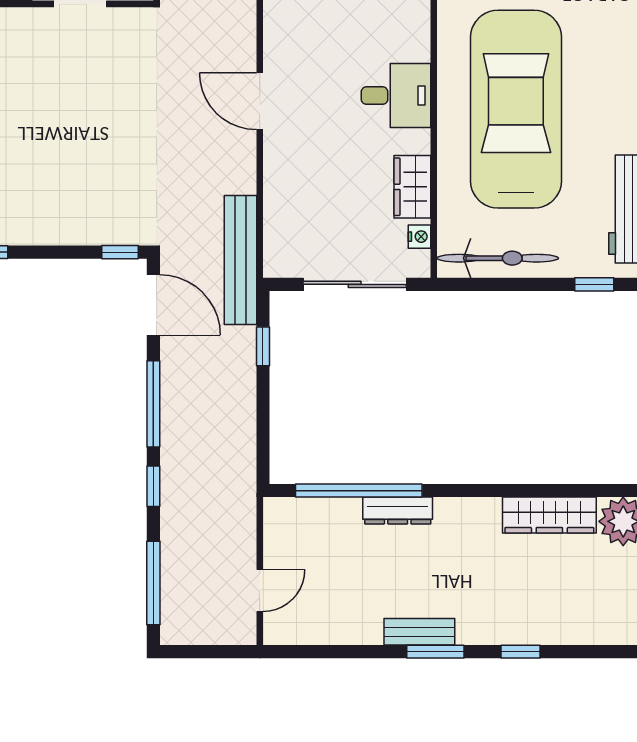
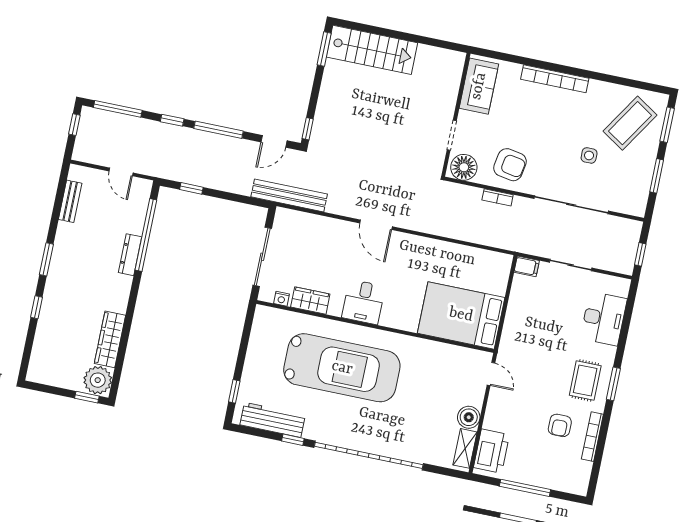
door: (260, 101) -> (376, 225), swing flipped
bicycle: (498, 258) -> (260, 340), removed
door: (153, 305) -> (274, 141), width x0.73
window: (263, 346) -> (191, 188), moved
door: (260, 591) -> (121, 172), moved
bench: (419, 632) -> (70, 201), moved
window: (195, 652) -> (74, 125), added

